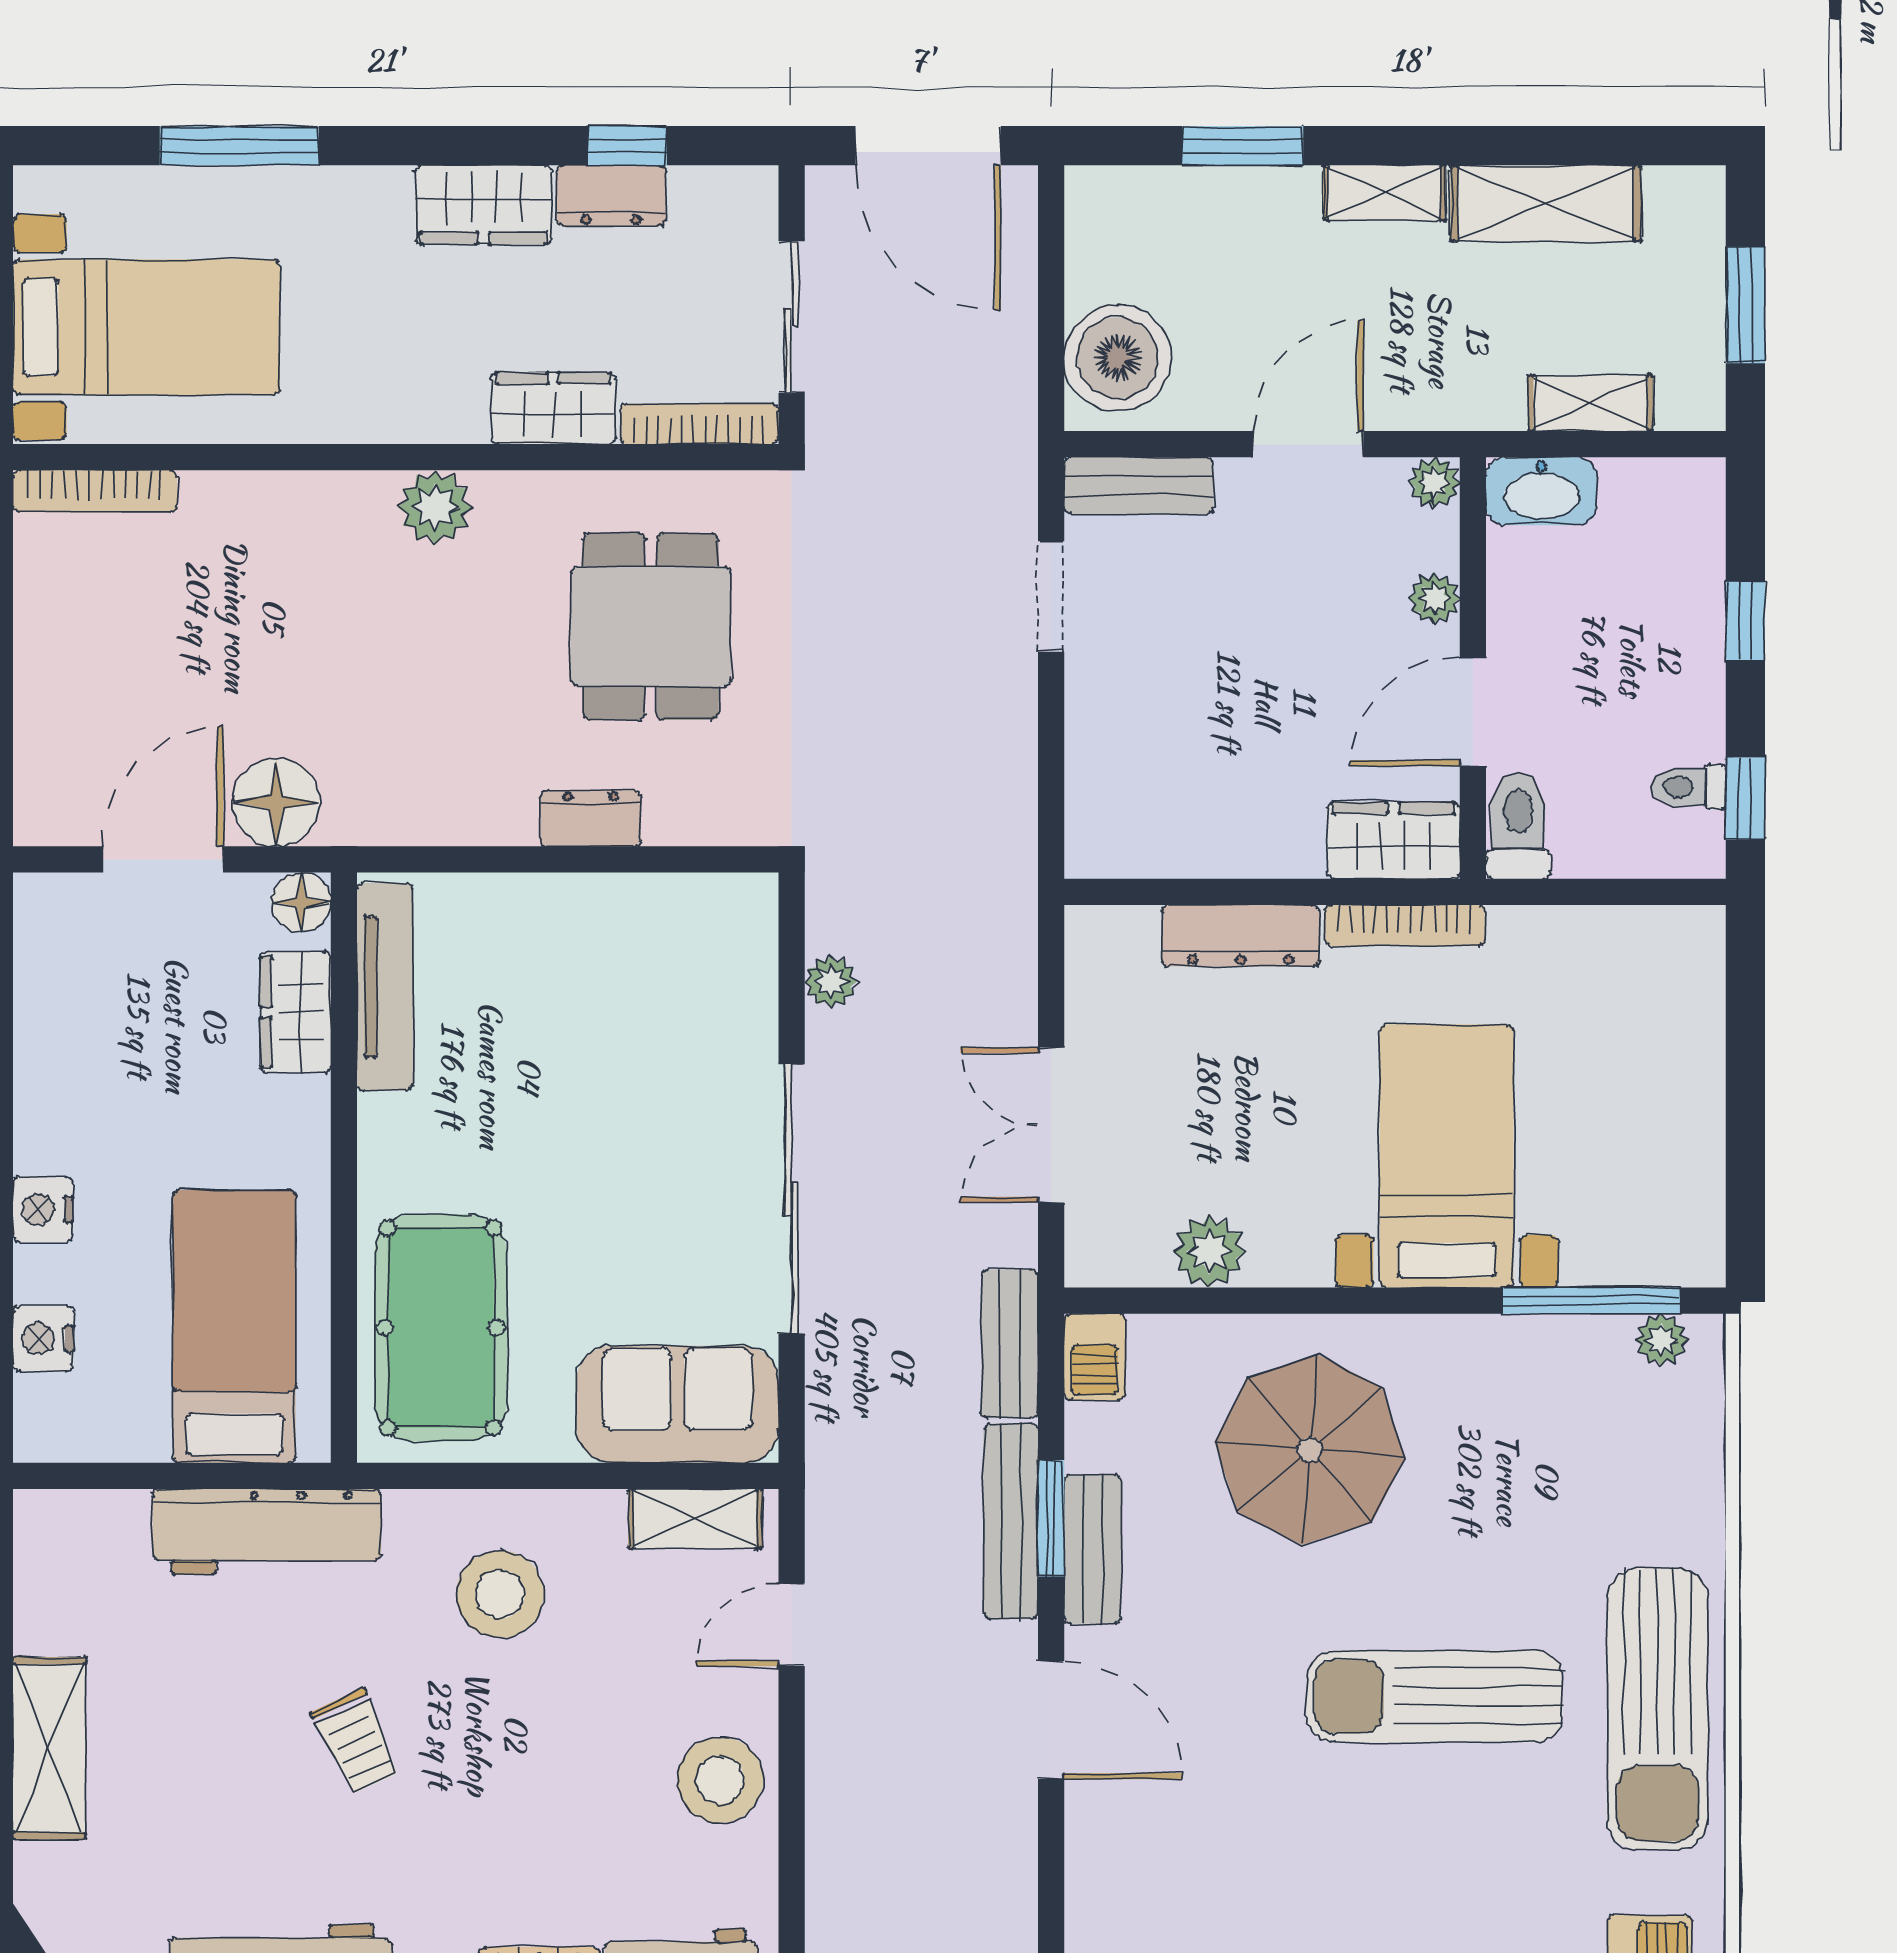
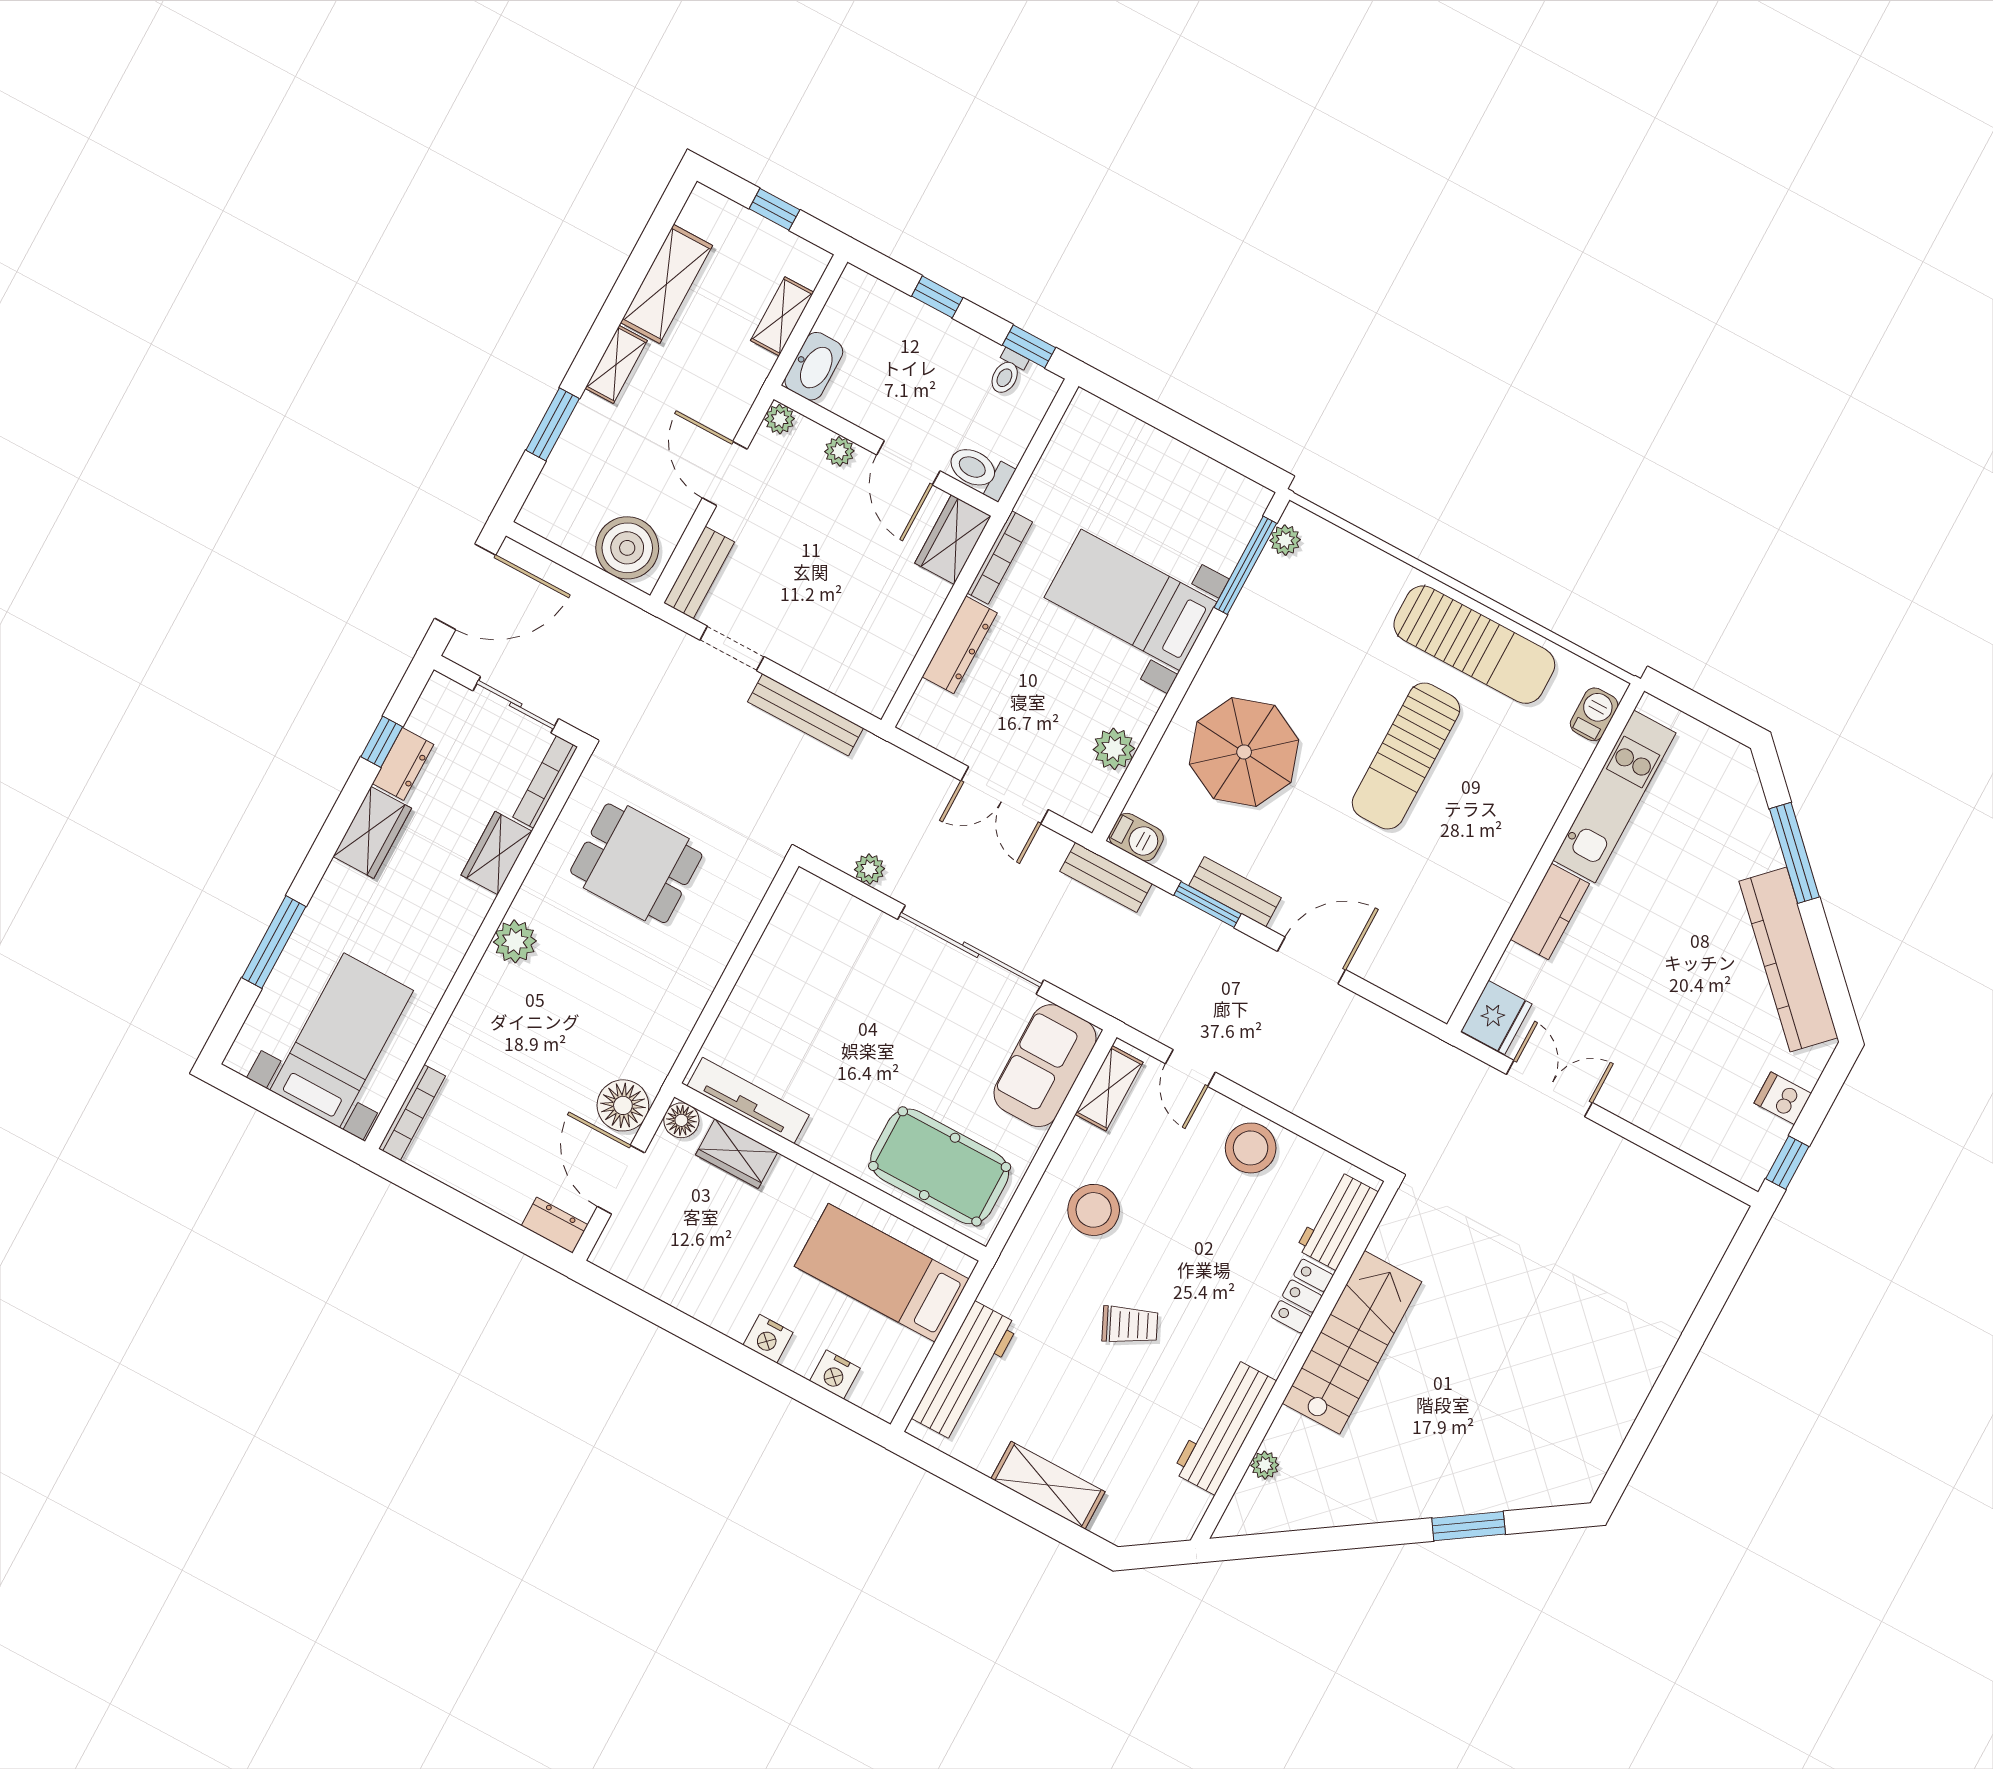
window: (1745, 305) -> (774, 209), width x0.67
dresser: (591, 818) -> (555, 1225), moved, turned 90
bench: (1011, 1521) -> (805, 715), moved
workbench: (267, 1532) -> (965, 1371), moved

